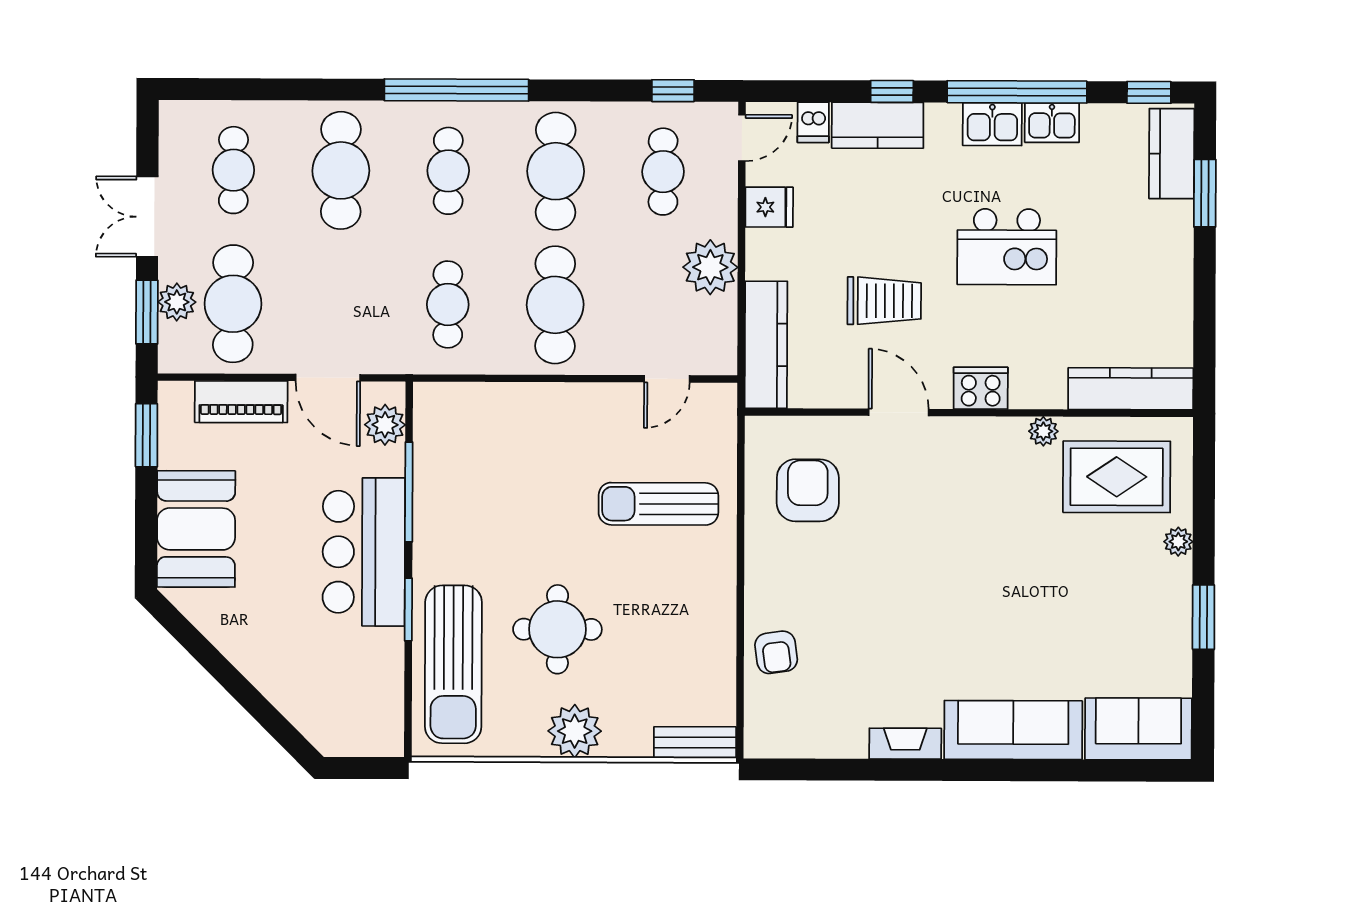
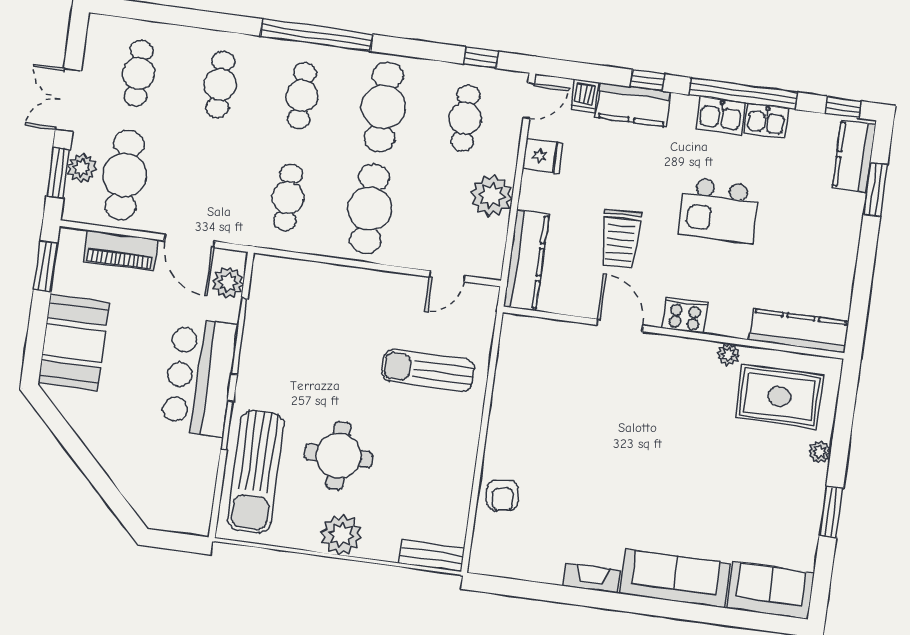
cafe table: (341, 170) -> (220, 85), width x0.73, depth x0.74
trolley: (884, 301) -> (620, 239), turned 88
armchair: (808, 490) -> (543, 375), removed

